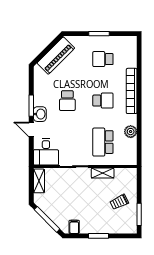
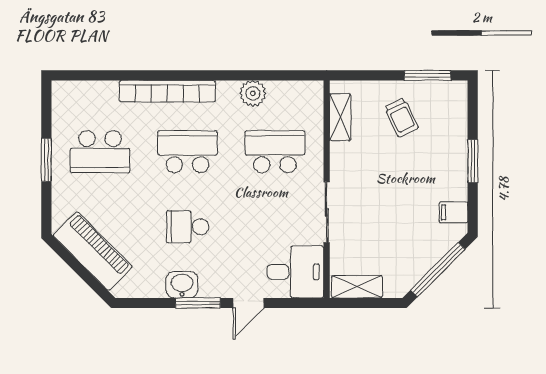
school desk: (103, 59) -> (100, 152), width x1.85
school desk: (67, 101) -> (187, 227), turned 180
school desk: (103, 101) -> (187, 152), width x1.85
washbasin: (40, 114) -> (182, 285), moved
school desk: (103, 142) -> (275, 152), turned 180
shelving: (103, 173) -> (340, 117), moved

